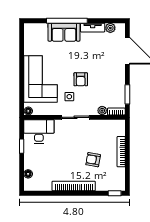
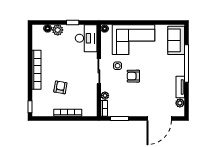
sofa: (64, 32) -> (176, 40), moved
plant: (30, 163) -> (58, 30), added

